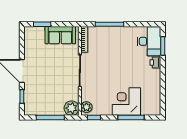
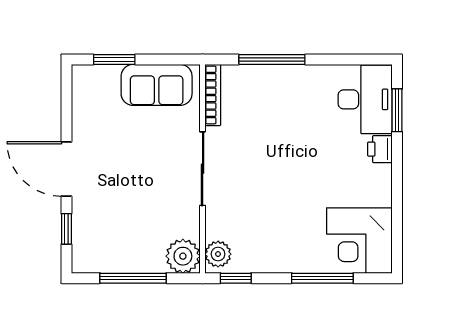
corner desk: (126, 101) -> (359, 241), moved, turned -90

